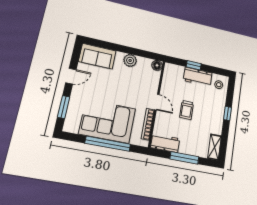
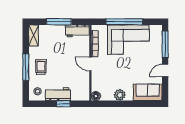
window: (64, 107) -> (165, 44), width x1.44
trolley: (187, 110) -> (41, 67), moved
window: (228, 113) -> (26, 67), width x2.17

